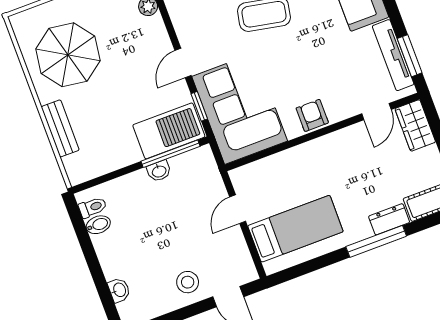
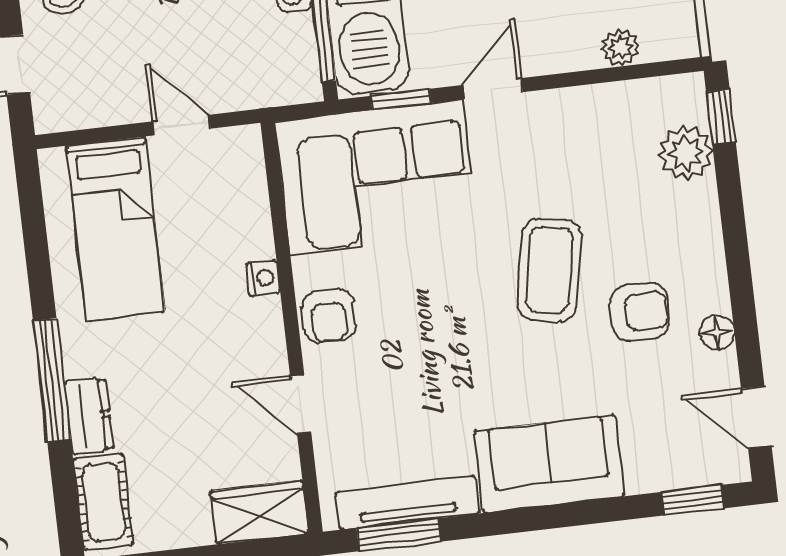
door: (183, 63) -> (493, 88), hinge flipped
door: (376, 112) -> (301, 404), moved
armchair: (312, 115) -> (329, 316), turned 90
nightstand: (302, 152) -> (263, 278), added

